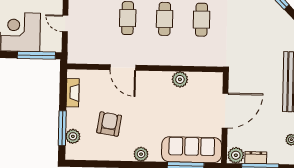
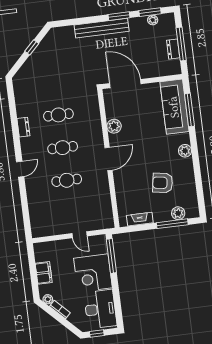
door: (65, 23) -> (80, 235), hinge flipped
door: (123, 67) -> (109, 159), moved
door: (225, 111) -> (125, 84), moved
plant: (236, 155) -> (174, 67), removed

